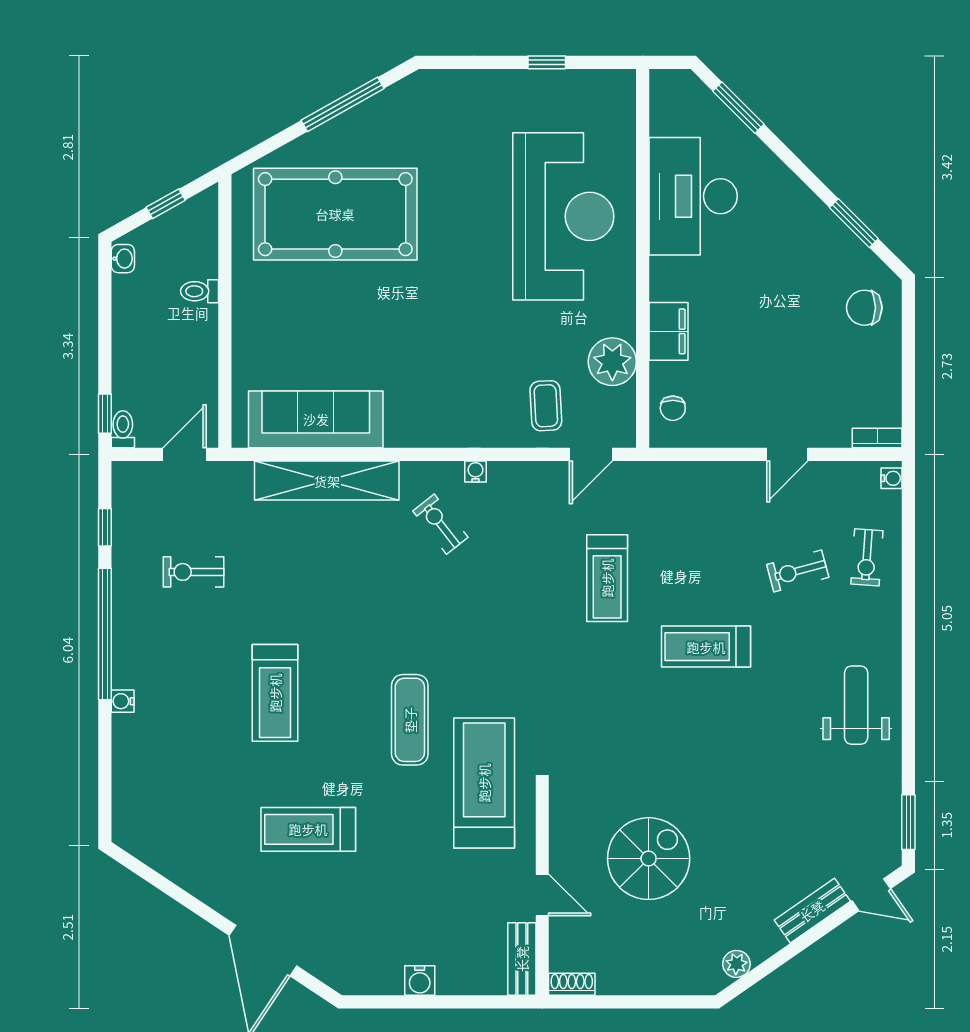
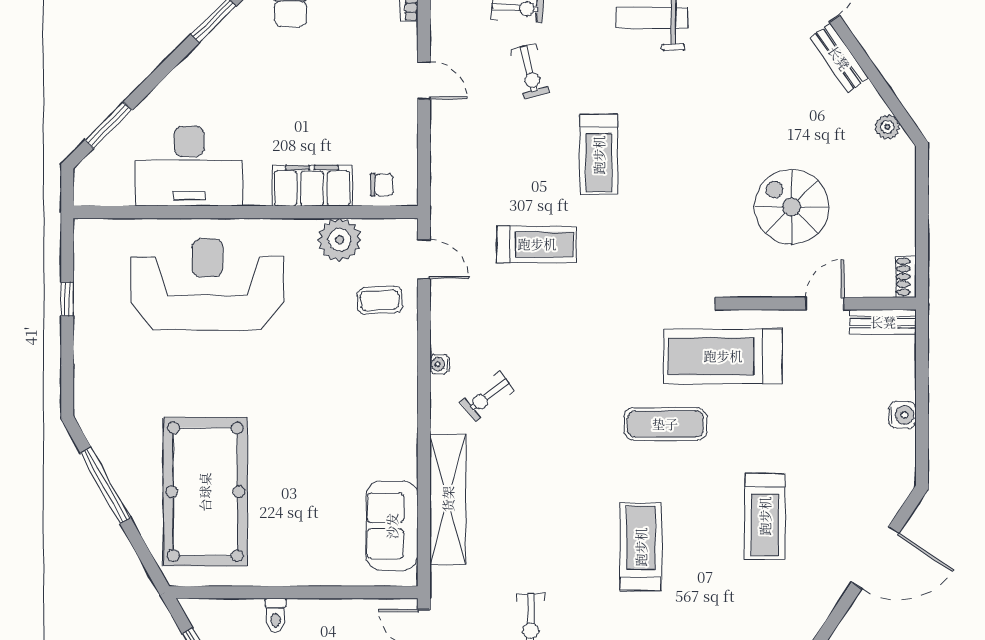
filing cabinet: (669, 331) -> (312, 186), width x1.50, depth x1.17
sofa: (316, 419) -> (392, 526), width x0.73
treadmill: (275, 693) -> (641, 547), turned -90

